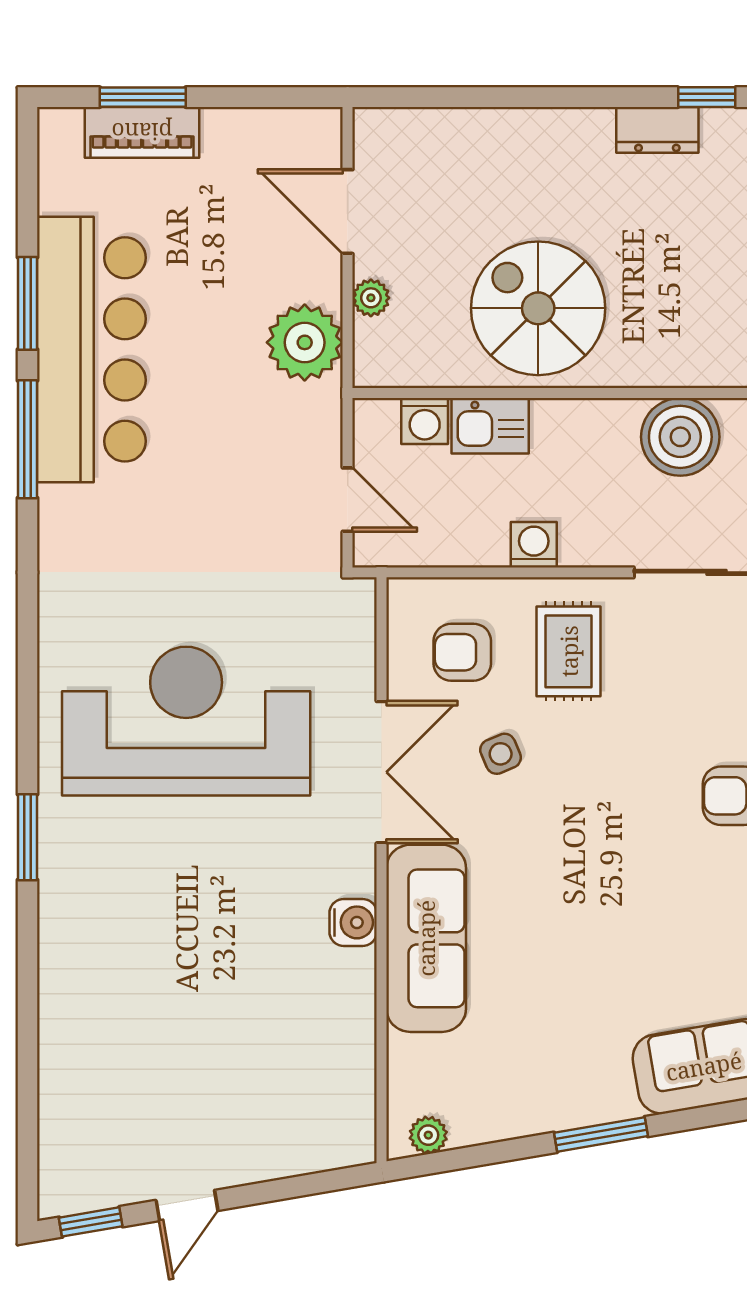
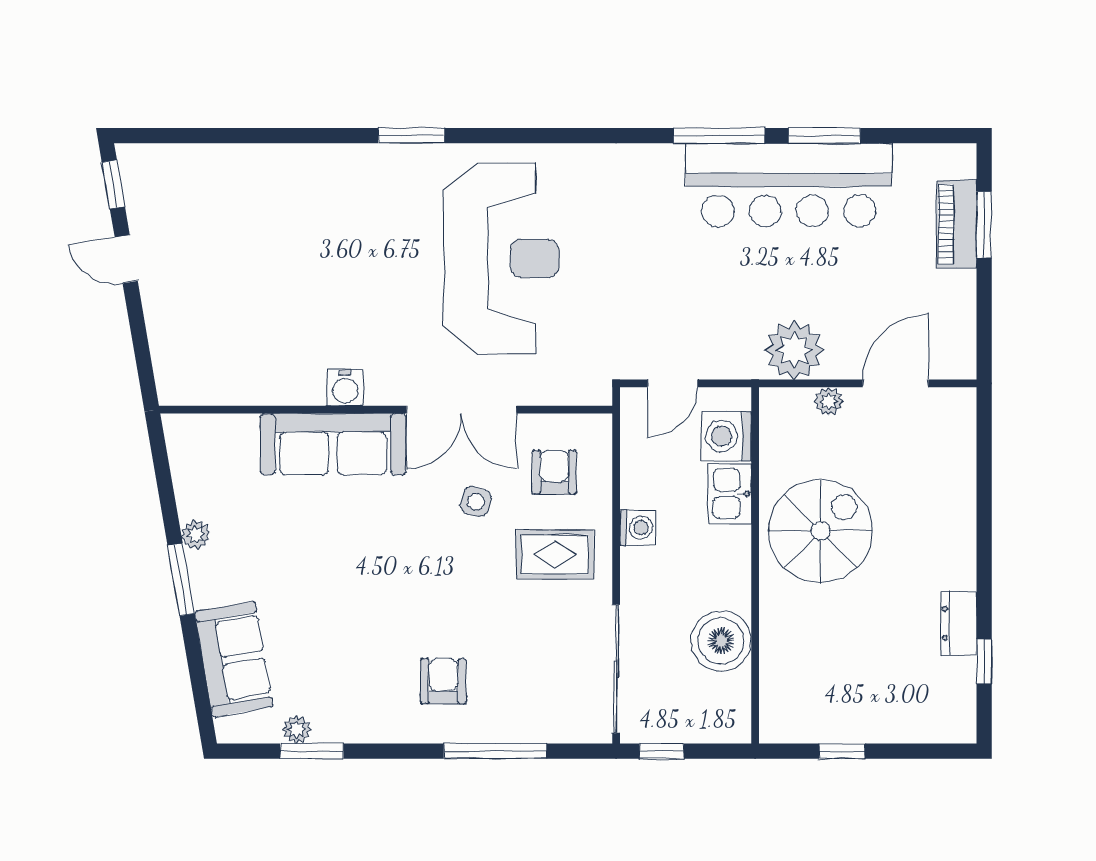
washing machine: (425, 421) -> (727, 436), width x1.38, depth x1.38
side table: (501, 754) -> (476, 502), turned 38
plant: (428, 1135) -> (196, 535), moved

